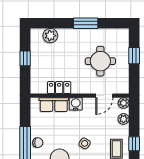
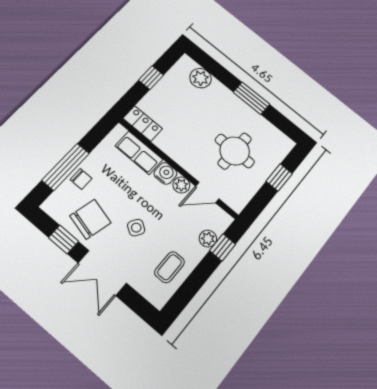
locker: (59, 88) -> (143, 124), moved
plant: (124, 103) -> (181, 185), moved
window: (134, 144) -> (223, 247), moved

